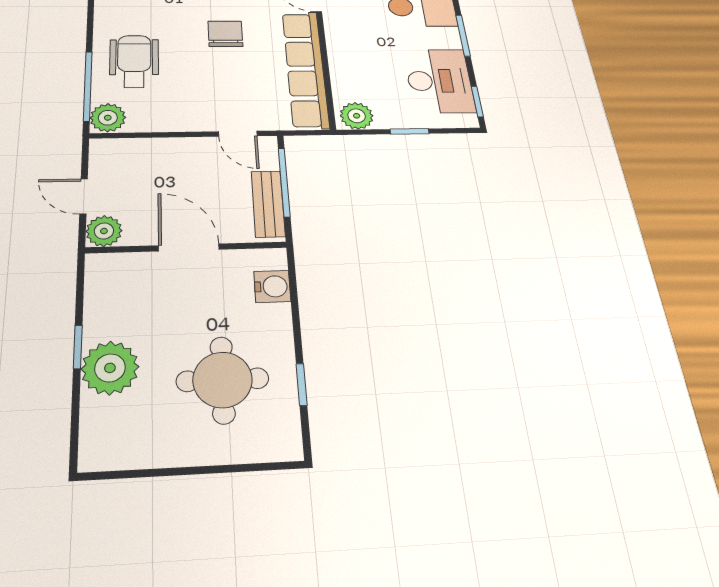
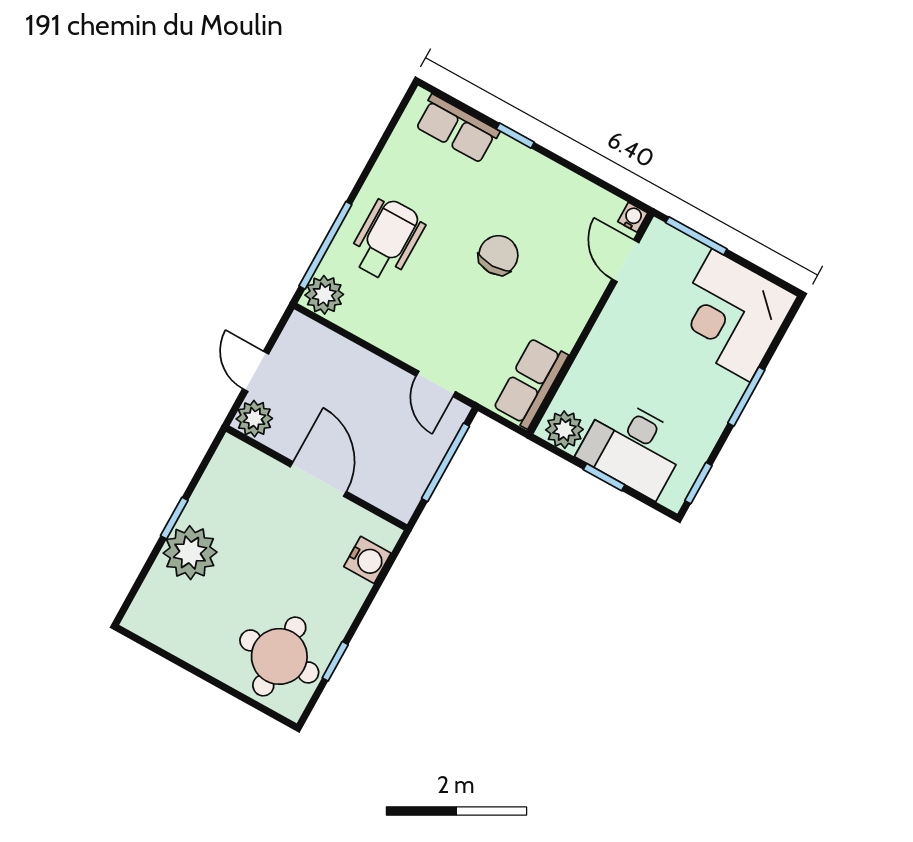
row of seats: (305, 69) -> (530, 383), width x0.50
desk: (439, 81) -> (633, 447), moved, turned 90
bench: (268, 204) -> (416, 476), removed
round table: (223, 380) -> (279, 656), moved

